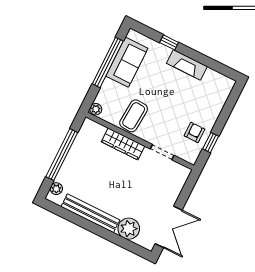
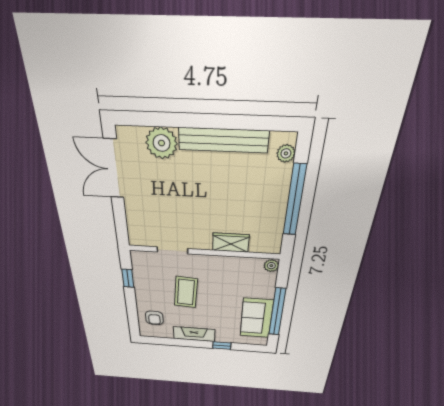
coffee table: (134, 116) -> (186, 292), moved
armchair: (194, 132) -> (154, 318), moved
wardrobe: (123, 144) -> (231, 243), width x0.67

